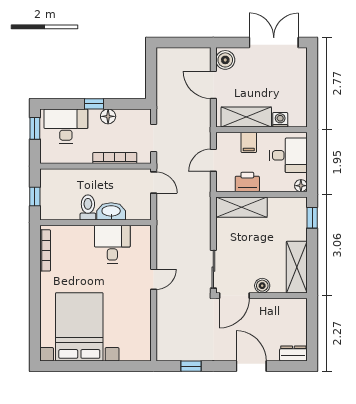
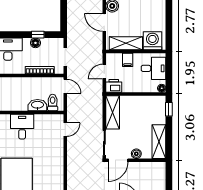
window: (94, 104) -> (38, 35), moved
washing machine: (280, 120) -> (152, 41), width x1.89, depth x1.89
printer: (247, 182) -> (114, 86), moved
toilet: (88, 207) -> (53, 102), moved
shelving: (241, 207) -> (113, 112), moved, turned 90
desk: (112, 244) -> (22, 127), moved
door: (154, 279) -> (65, 130), moved

